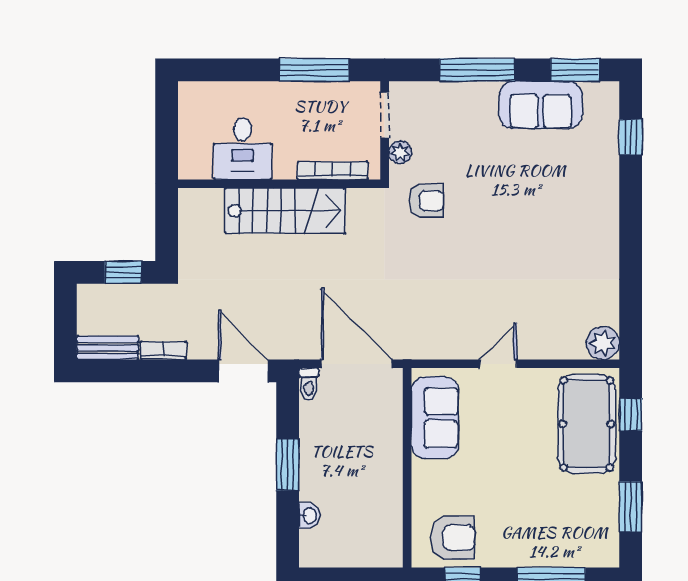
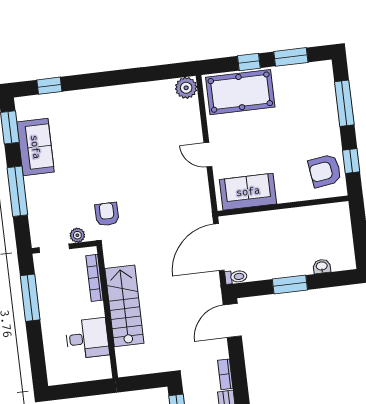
window: (631, 415) -> (249, 62), moved
armchair: (453, 538) -> (325, 171), turned -98

